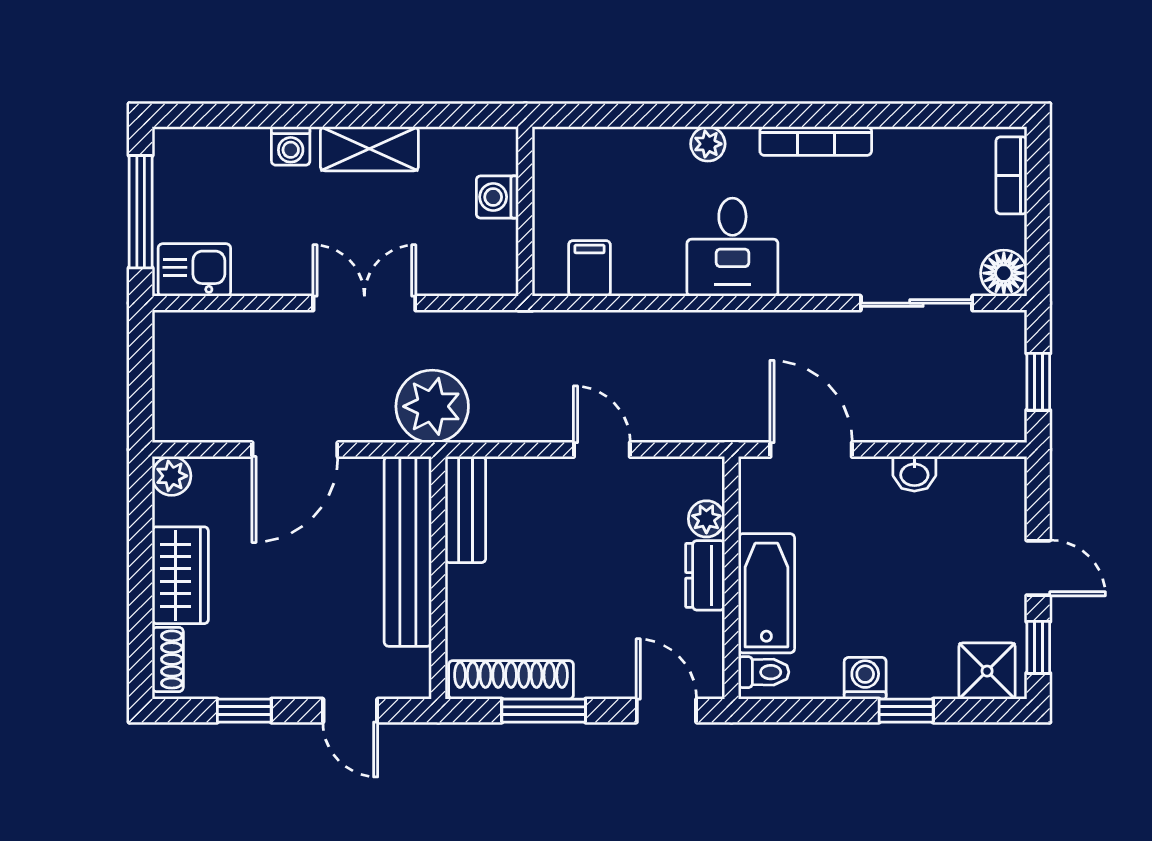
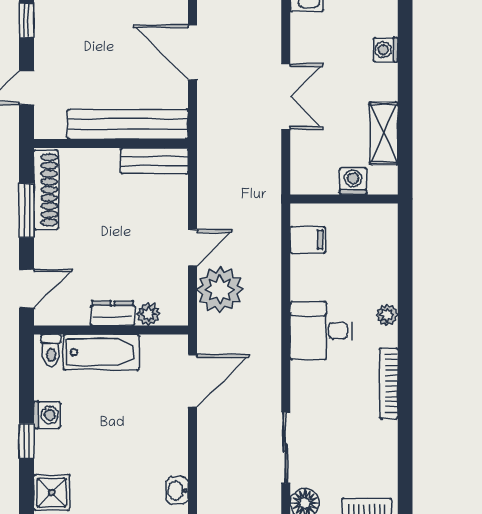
shelving: (369, 149) -> (384, 133), moved
plant: (432, 406) -> (220, 290), moved
washbasin: (914, 474) -> (177, 490), moved

